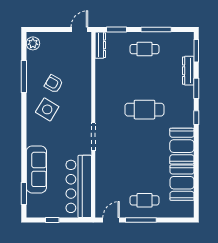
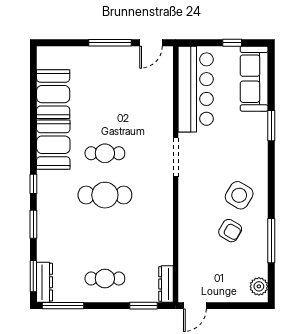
window: (156, 29) -> (63, 306), moved
dresser: (188, 71) -> (45, 282), moved
sofa: (36, 169) -> (254, 79), moved
window: (24, 193) -> (271, 126), moved
cafe table: (144, 200) -> (105, 153), moved

